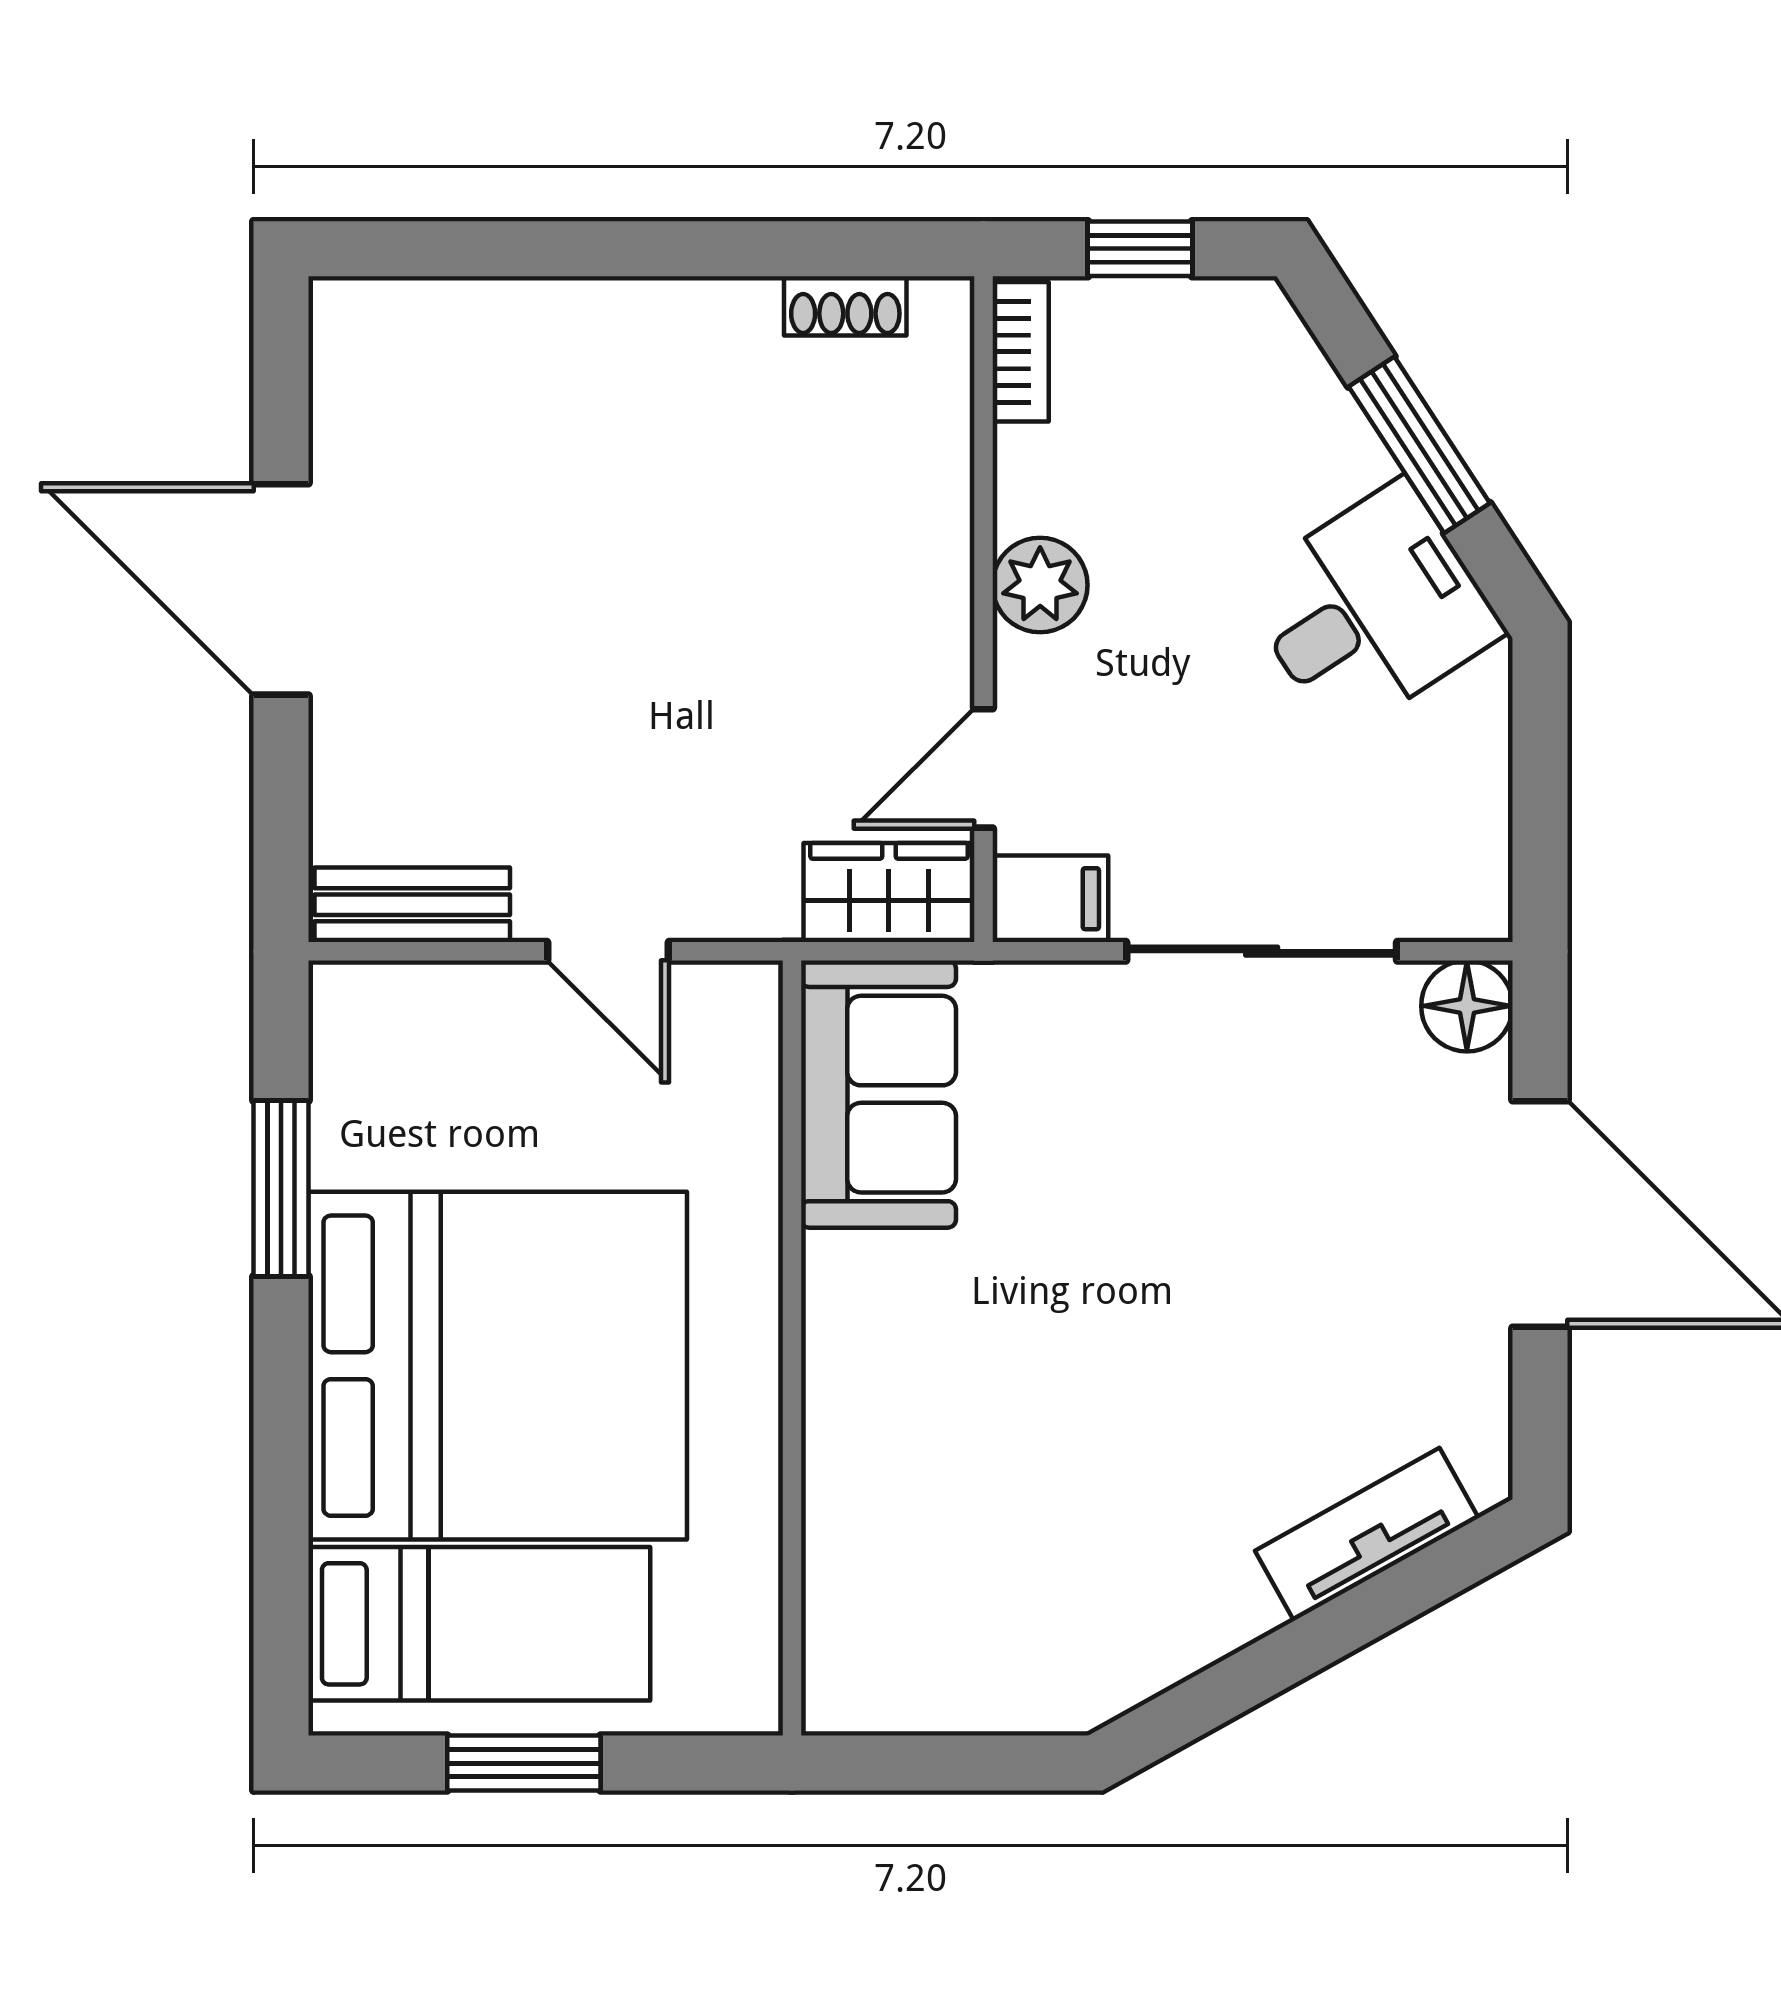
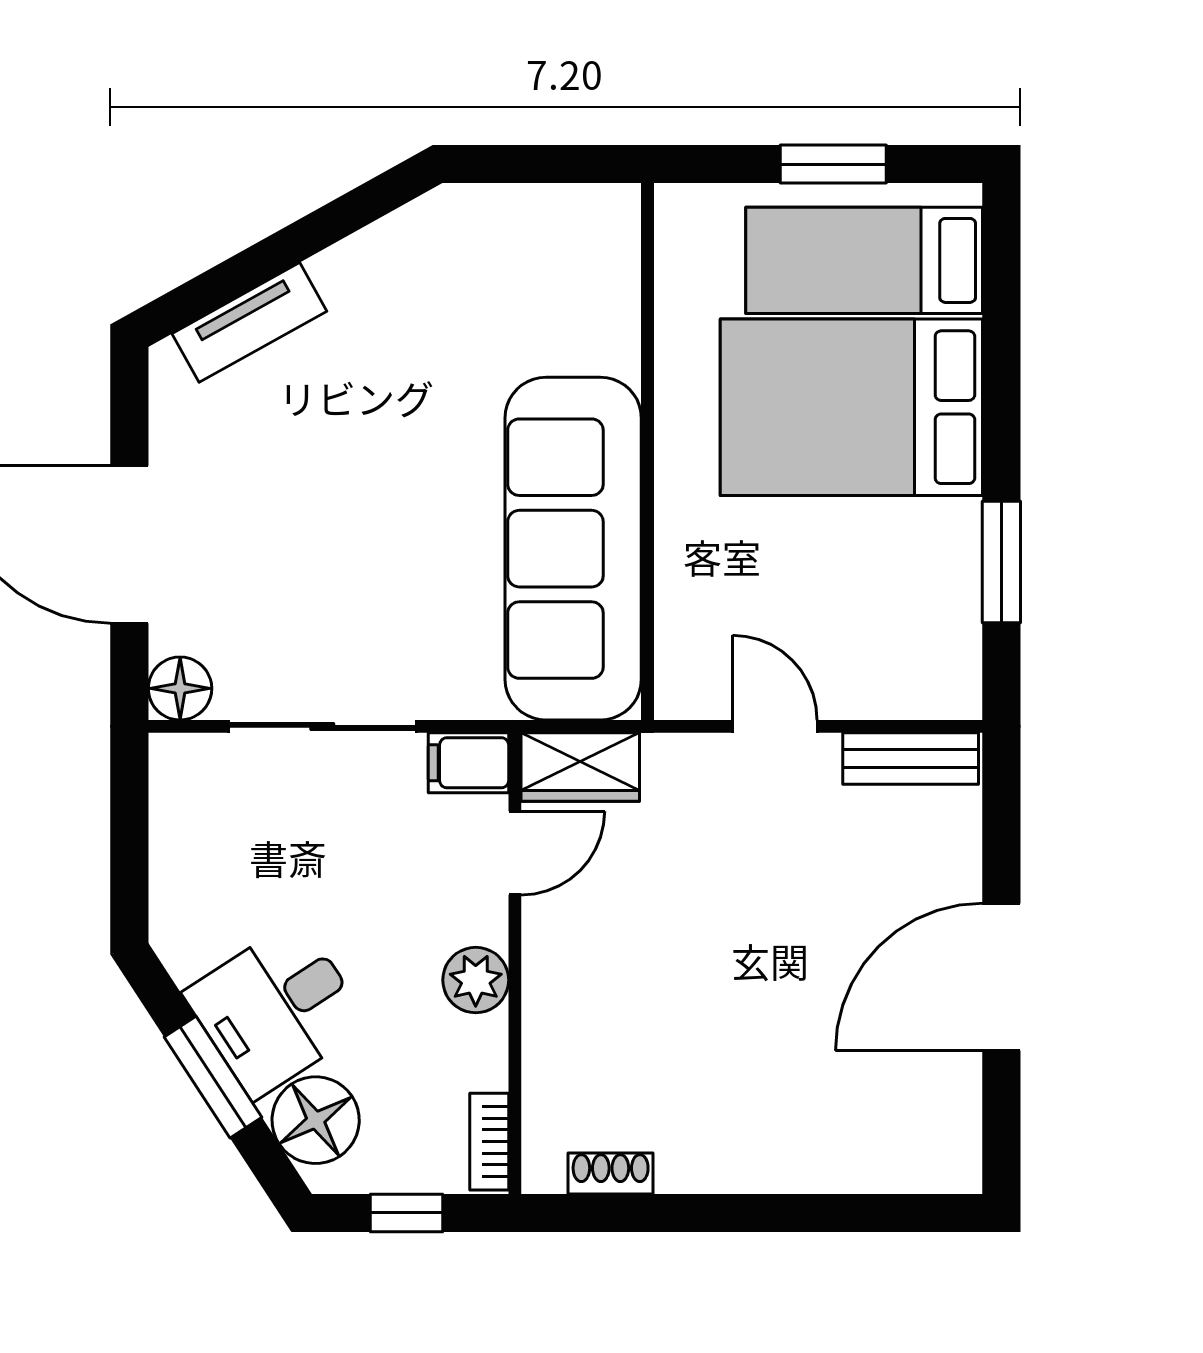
floor lamp: (1271, 383) -> (316, 1120), added
door: (281, 589) -> (1001, 977), swing flipped
desk: (1371, 609) -> (276, 1009), moved
sofa: (878, 1094) -> (573, 549), width x1.85, depth x1.27
bed: (498, 1366) -> (851, 407), width x0.73

